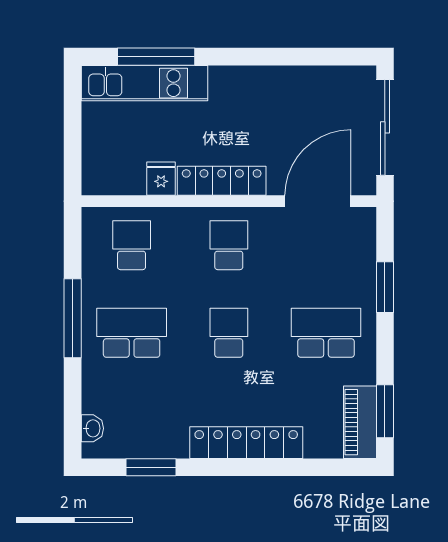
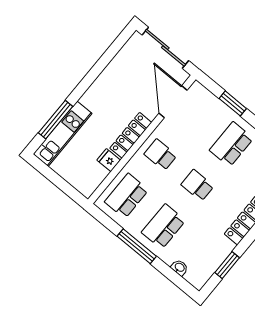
school desk: (132, 245) -> (127, 196), width x1.85
washbasin: (92, 428) -> (179, 268), moved

